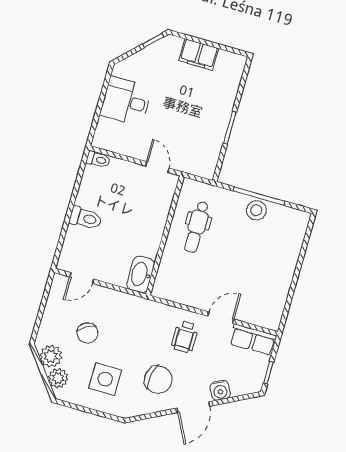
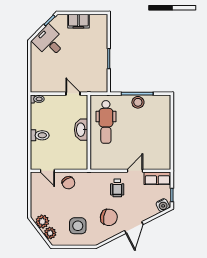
desk: (126, 101) -> (49, 41), moved, turned 45
dental chair: (197, 227) -> (106, 122), width x1.36, depth x1.38
washbasin: (141, 274) -> (81, 130), moved
door: (82, 278) -> (47, 171), hinge flipped
chair: (87, 333) -> (68, 183), moved
water cooler: (220, 390) -> (163, 205), moved

